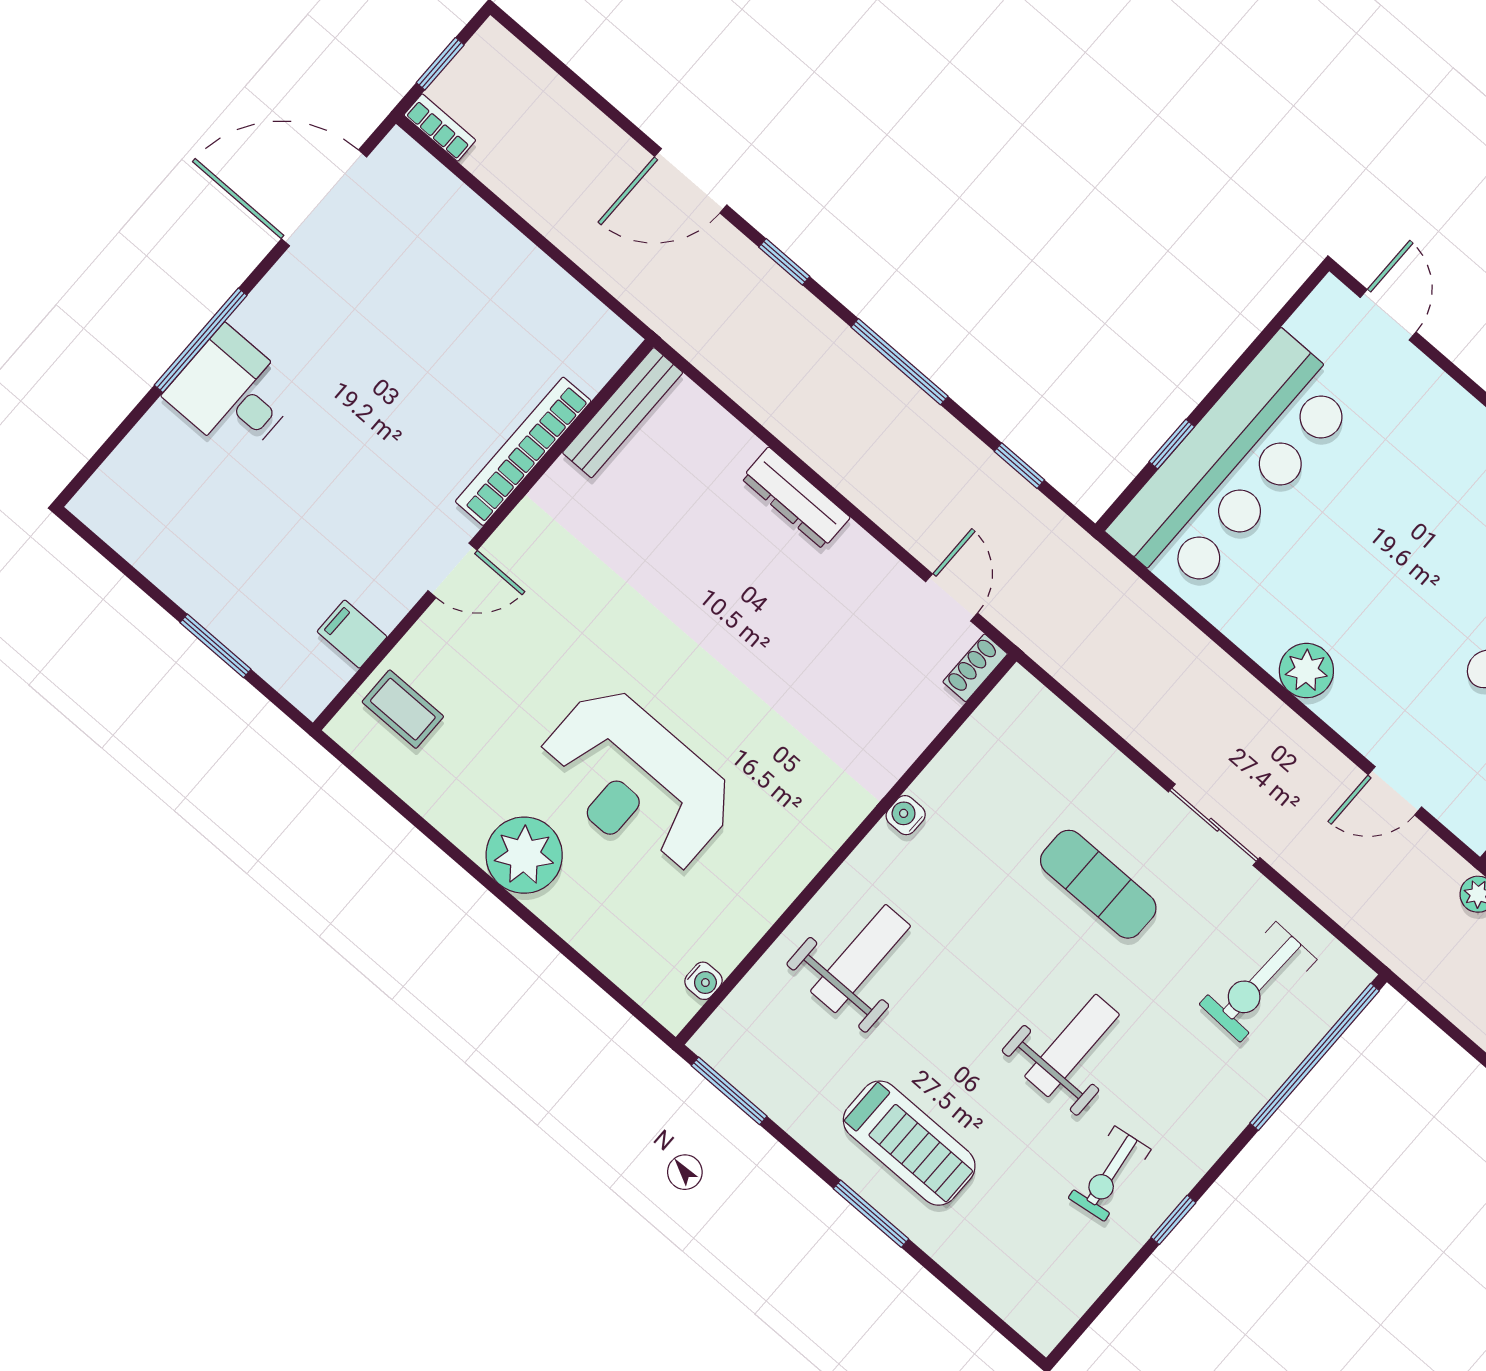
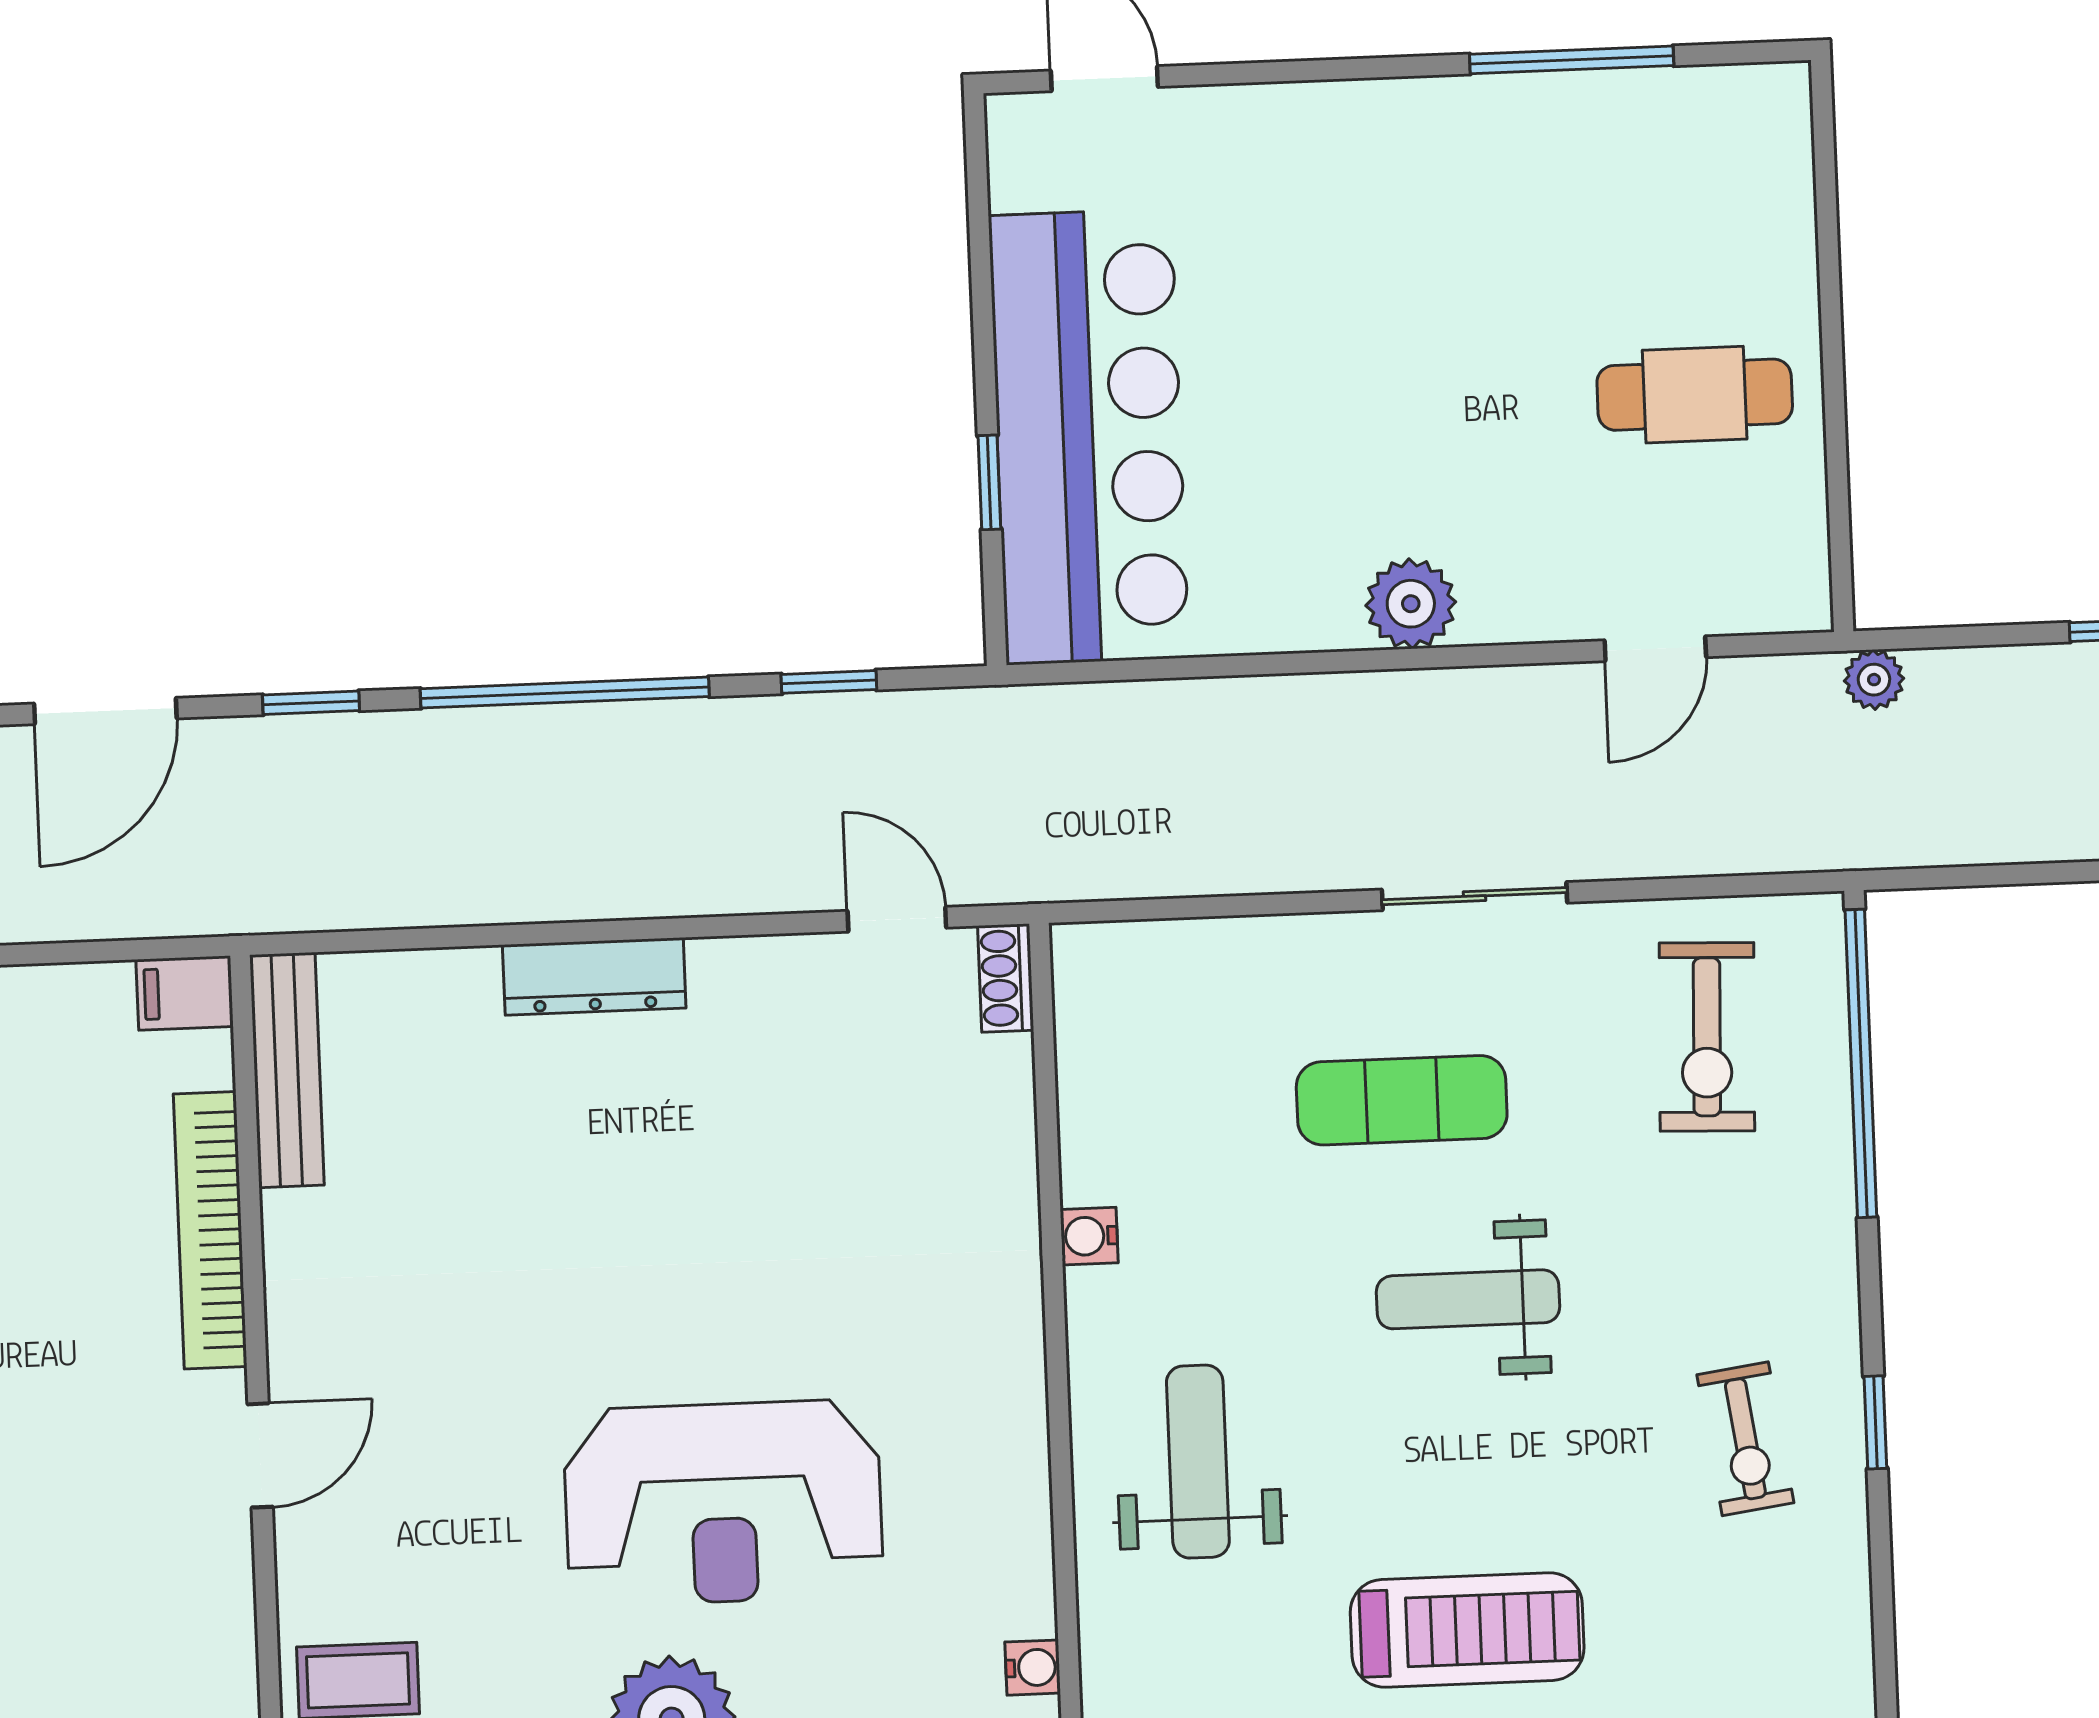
window: (899, 362) -> (565, 693), width x1.46
filing cabinet: (352, 634) -> (185, 993), moved
weight bench: (1072, 1045) -> (1468, 1299), moved, turned -90

